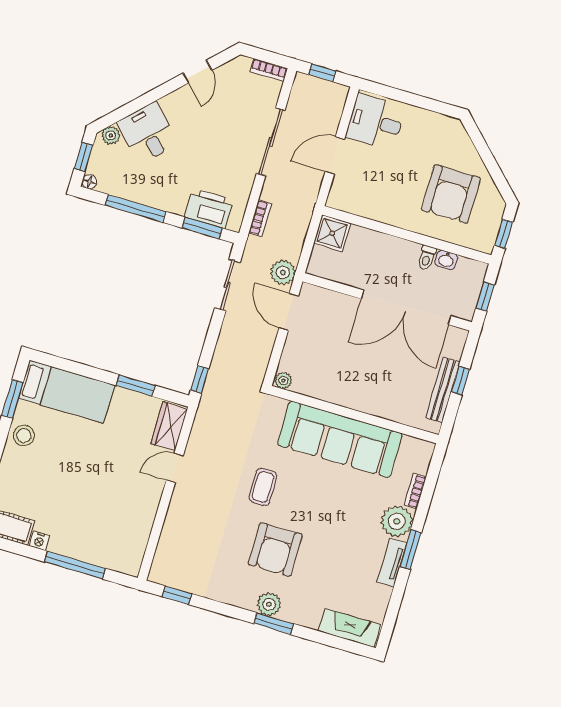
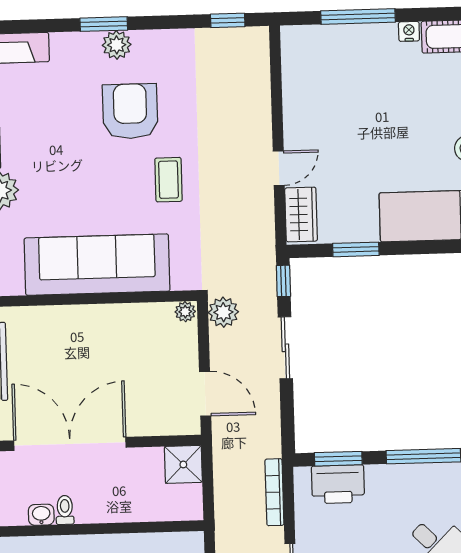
bookcase: (260, 218) -> (274, 492), width x1.56
shower: (332, 233) -> (183, 464), moved
plant: (283, 272) -> (223, 312), moved
sliding door: (227, 285) -> (285, 348), moved

